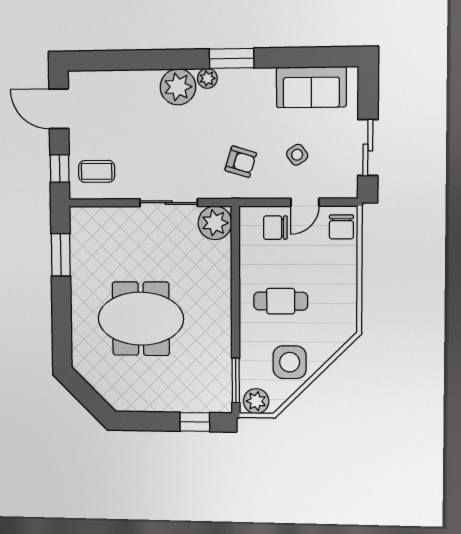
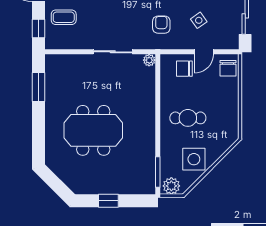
armchair: (241, 162) -> (161, 25), turned -107
coffee table: (97, 171) -> (64, 17), moved
plant: (215, 223) -> (149, 60), width x0.53, depth x0.53
window: (195, 422) -> (108, 201), moved

